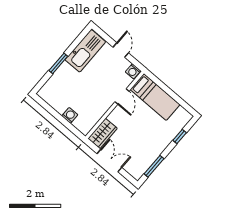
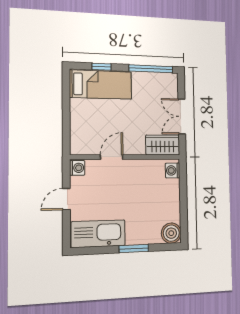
boiler: (47, 93) -> (171, 233), added
bed: (155, 97) -> (101, 85), moved, turned 90
washing machine: (70, 115) -> (173, 170), moved
window: (154, 166) -> (151, 69), width x1.44

